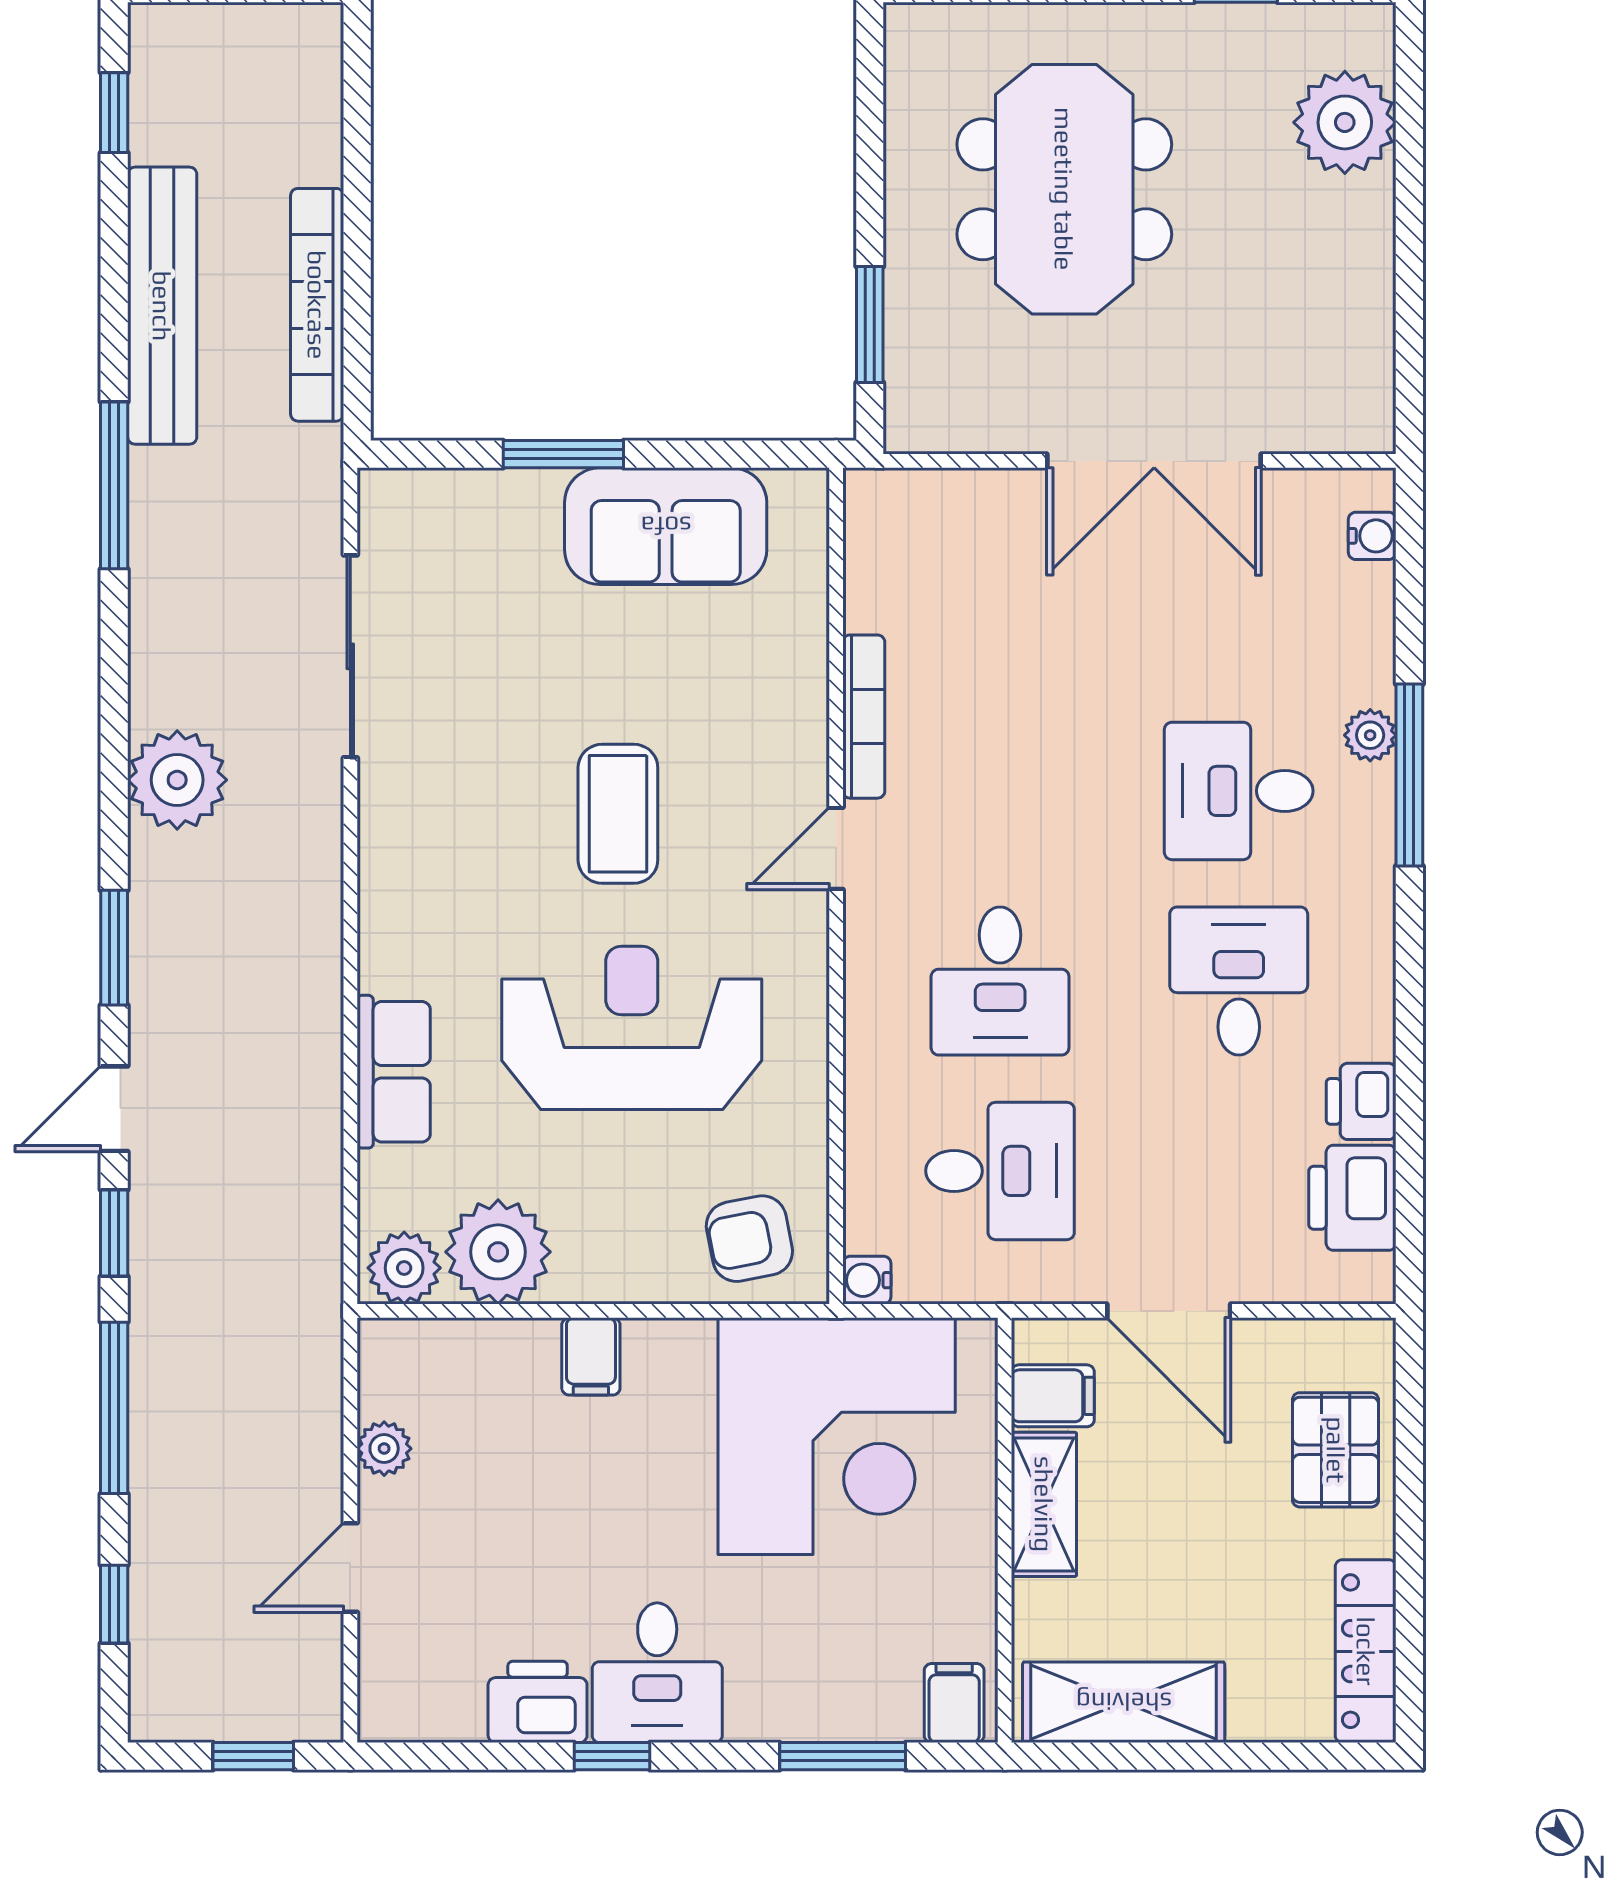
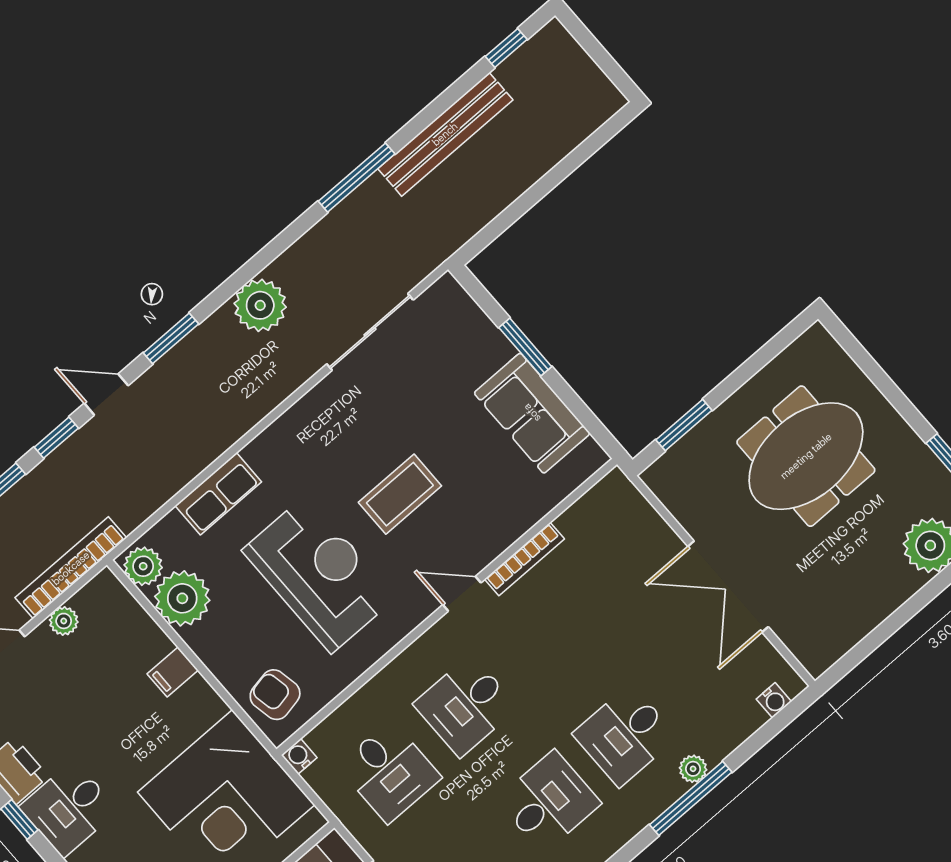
bookcase: (317, 305) -> (71, 568), moved
desk: (1239, 791) -> (625, 735), turned -90

